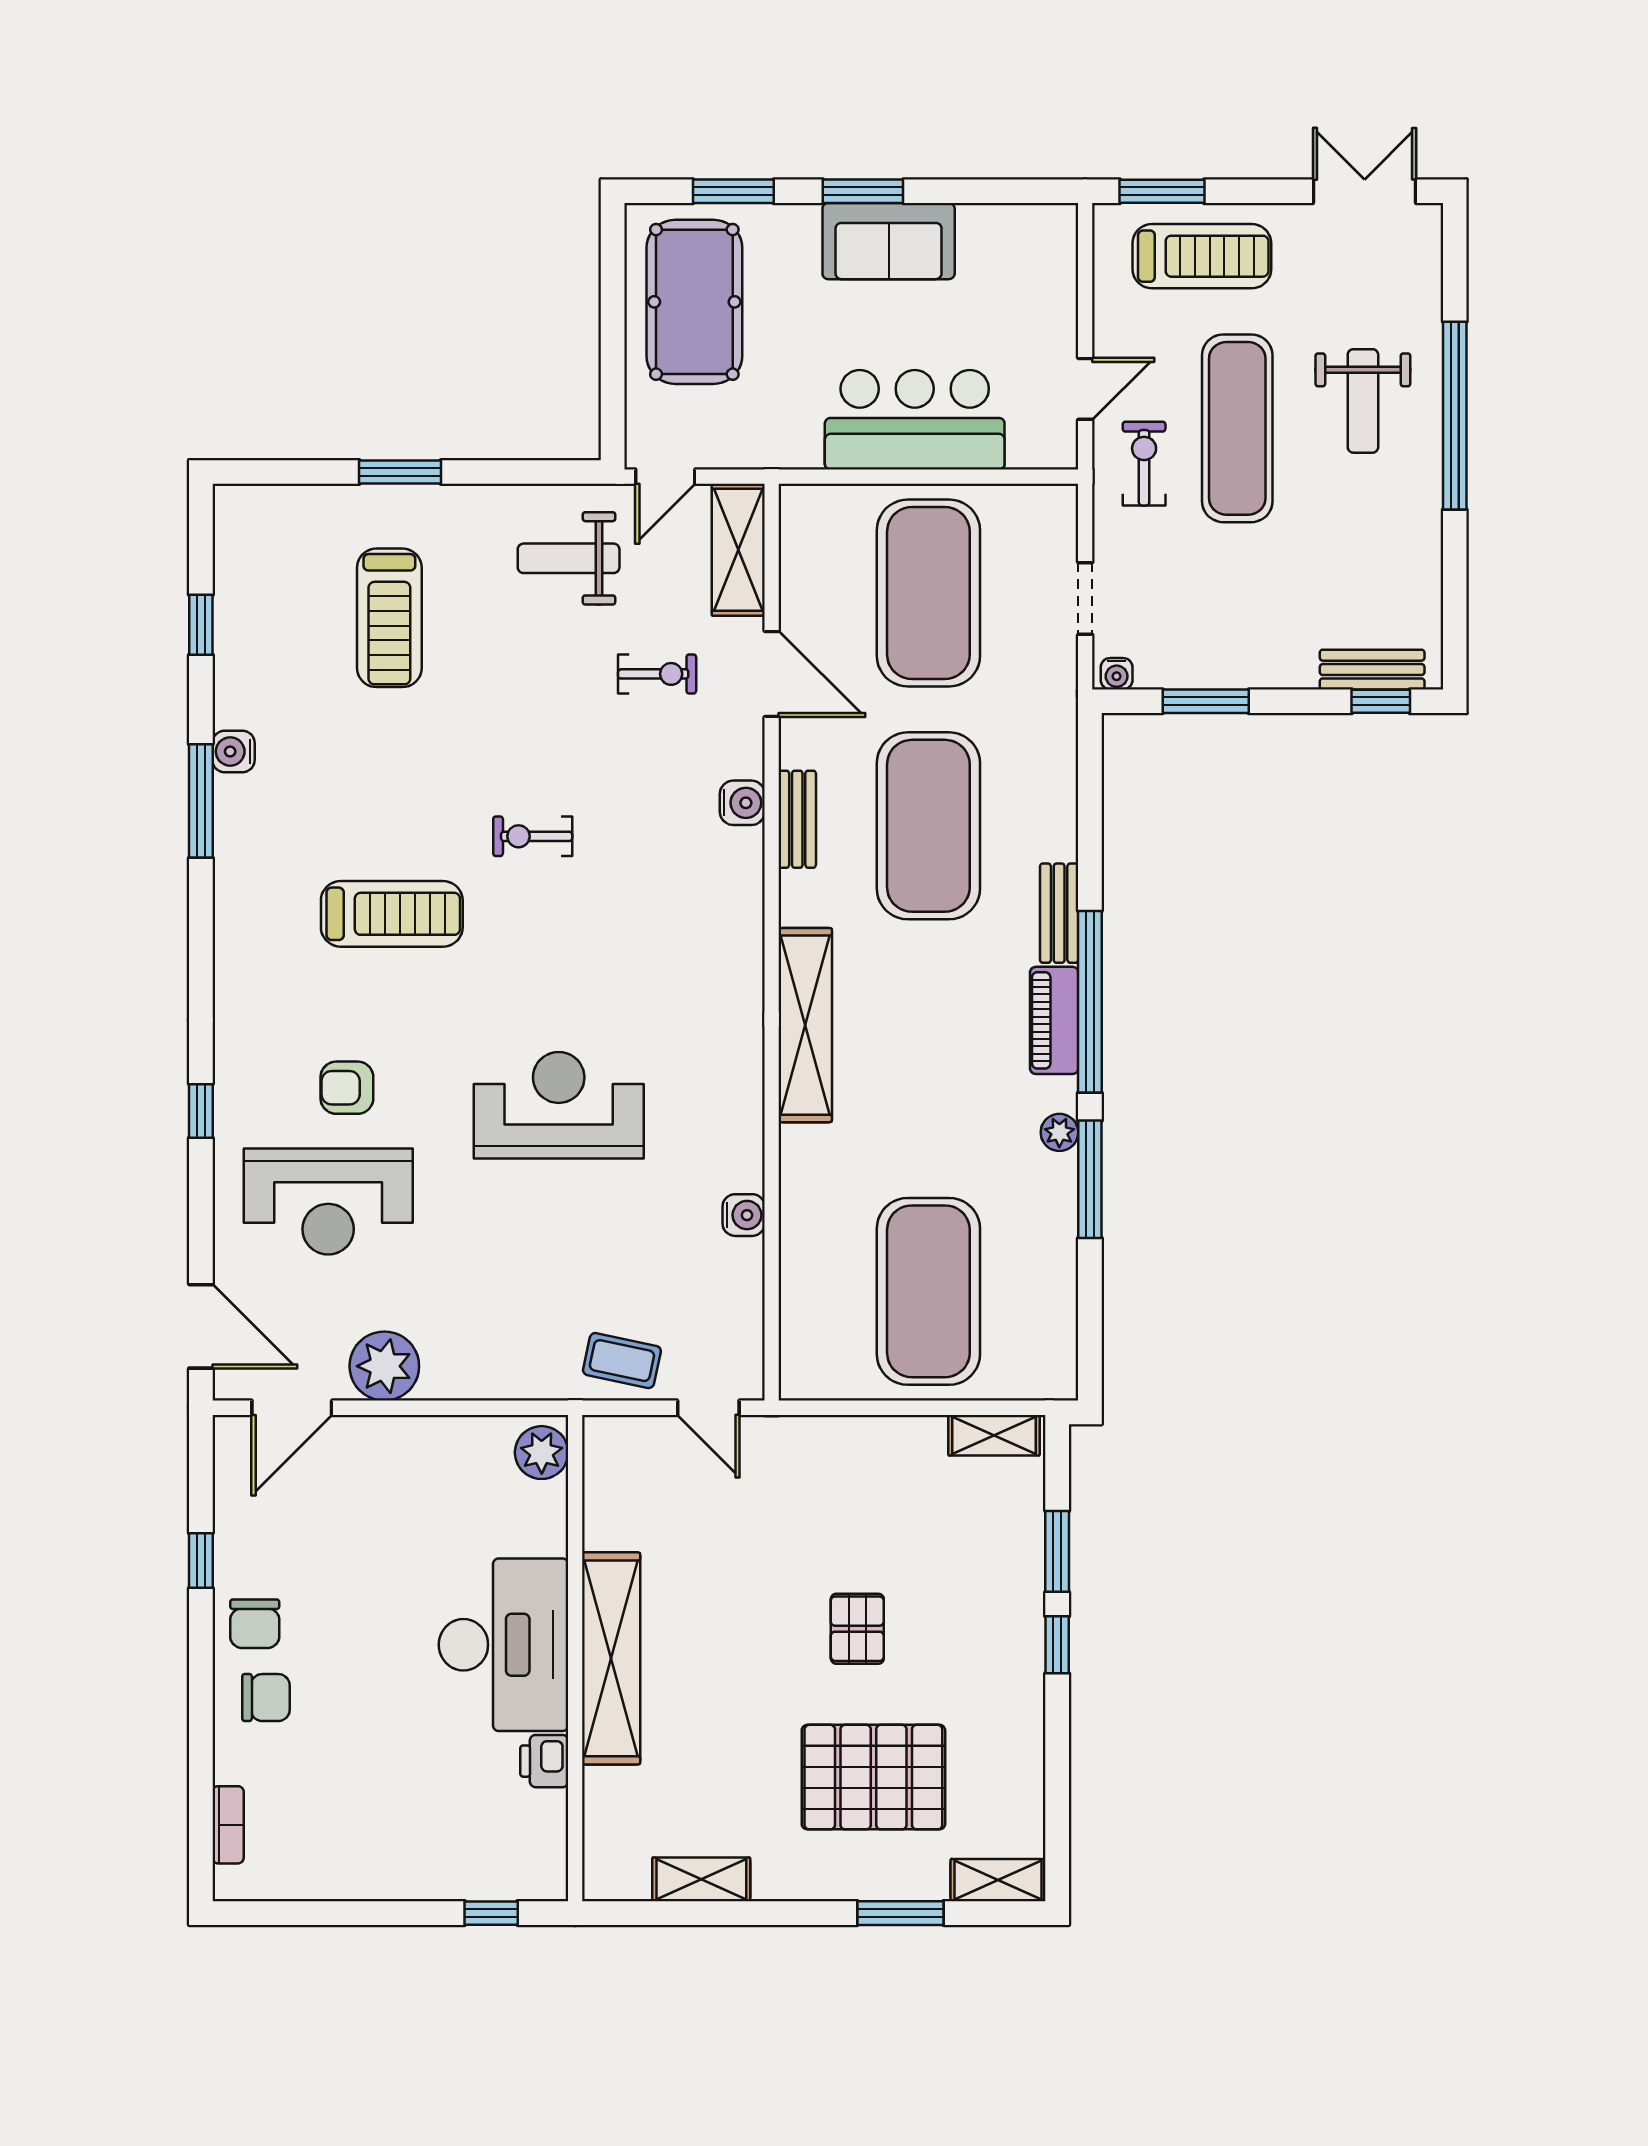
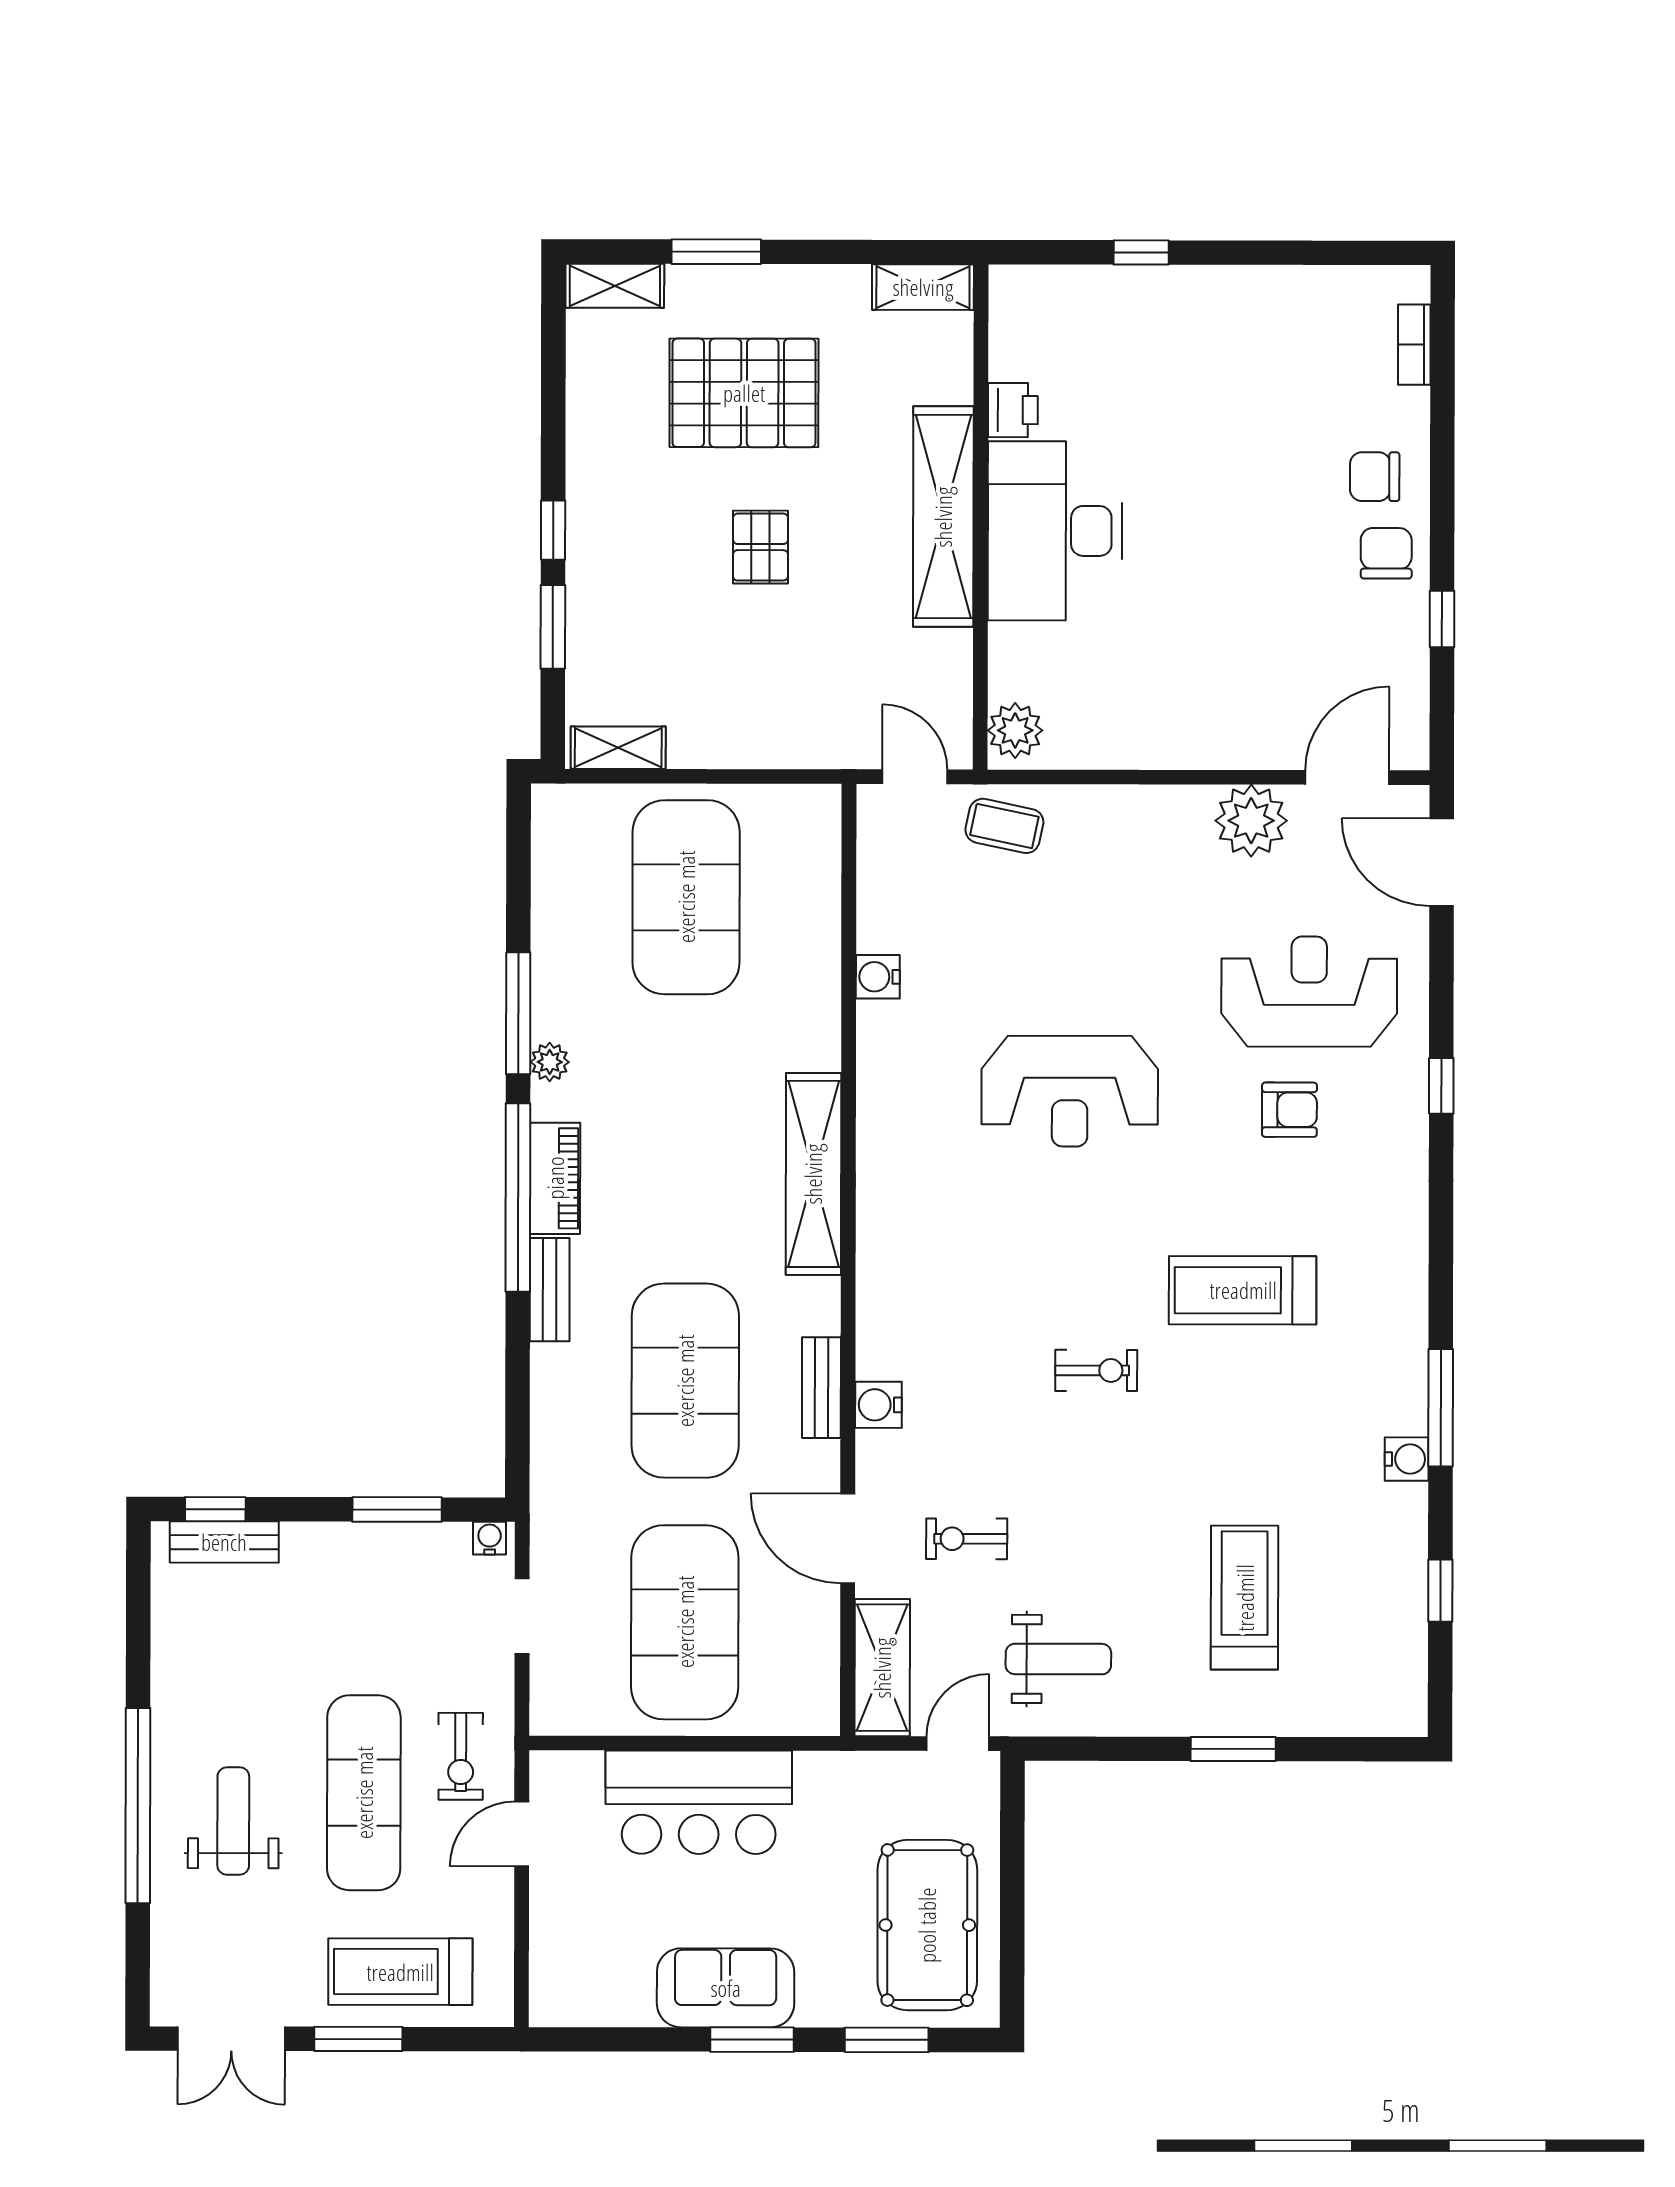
window: (1162, 191) -> (358, 2039), moved
plant: (542, 1453) -> (1015, 730), moved
desk: (503, 1645) -> (1055, 531), moved
wall: (575, 1658) -> (981, 517), moved
shelving: (611, 1658) -> (943, 517), moved
printer: (544, 1761) -> (1013, 410), moved

